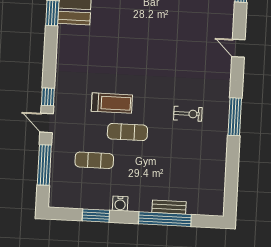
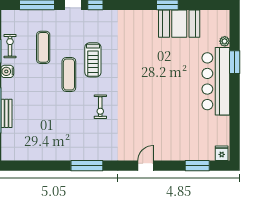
exercise bike: (188, 114) -> (100, 107), moved
exercise bike: (91, 199) -> (10, 46), added

